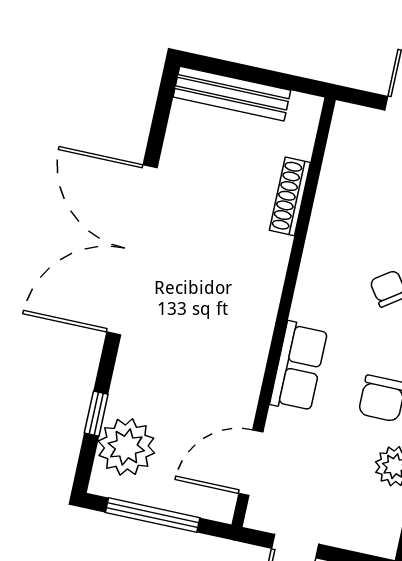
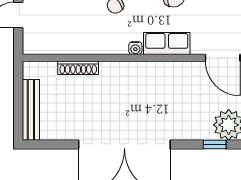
water cooler: (303, 308) -> (135, 48), added

